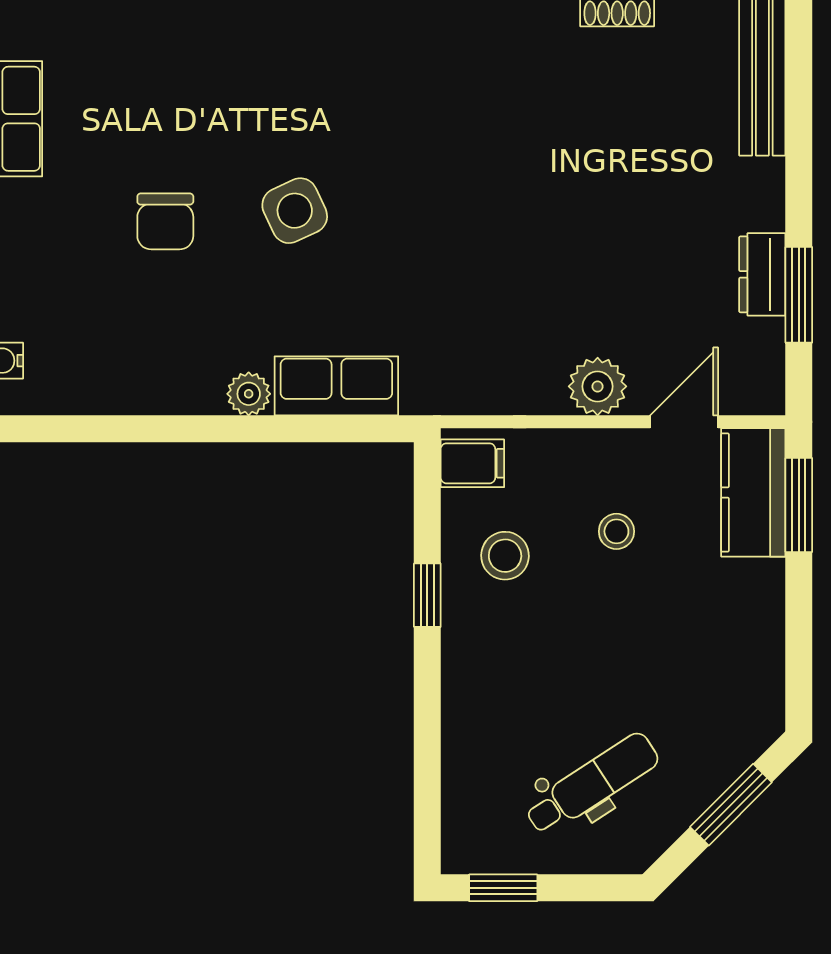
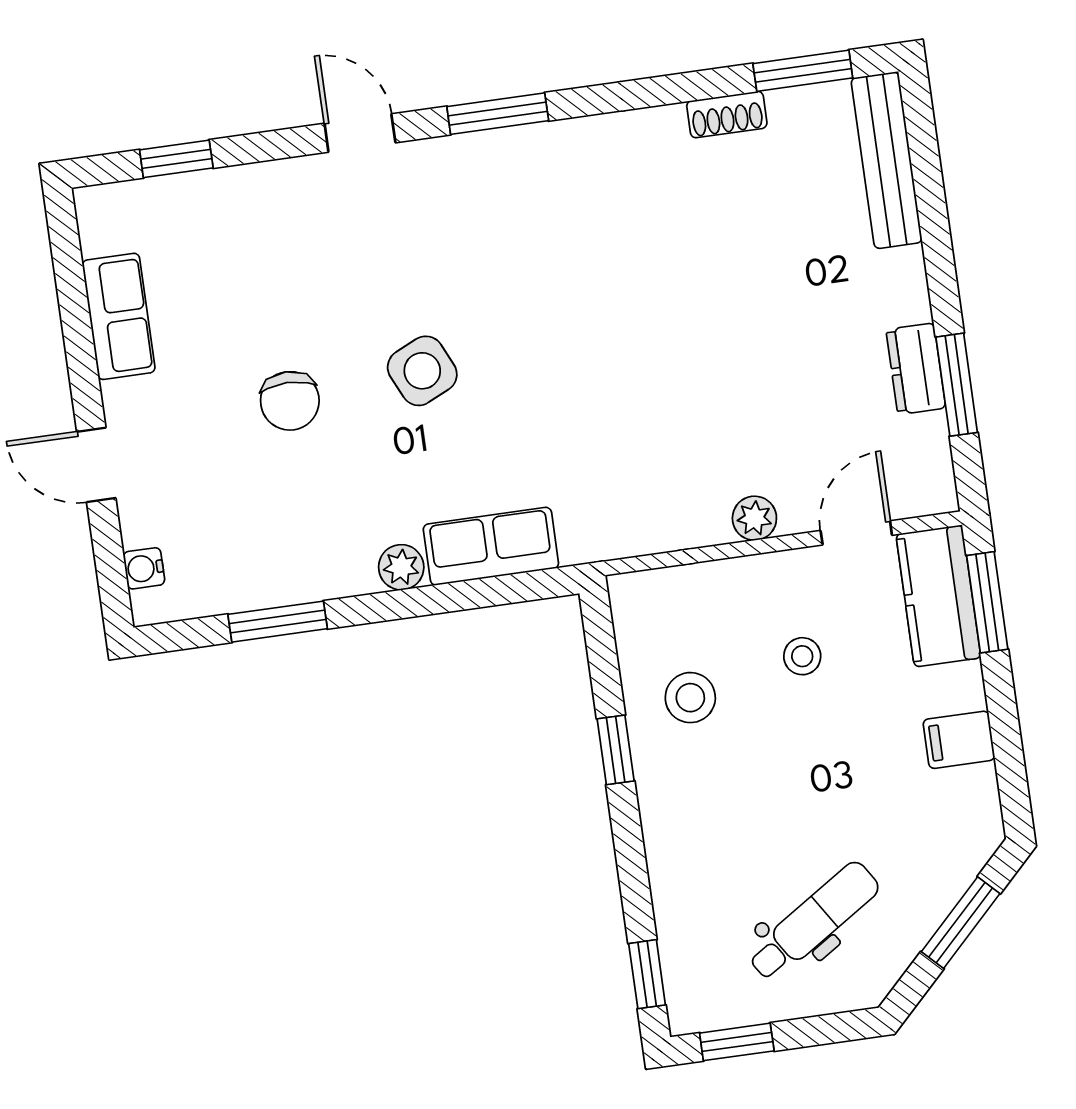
plant: (598, 386) -> (754, 518), width x0.73, depth x0.73
window: (124, 429) -> (278, 622), added
filing cabinet: (472, 463) -> (959, 740), moved, turned 180
window: (427, 812) -> (647, 974), added

